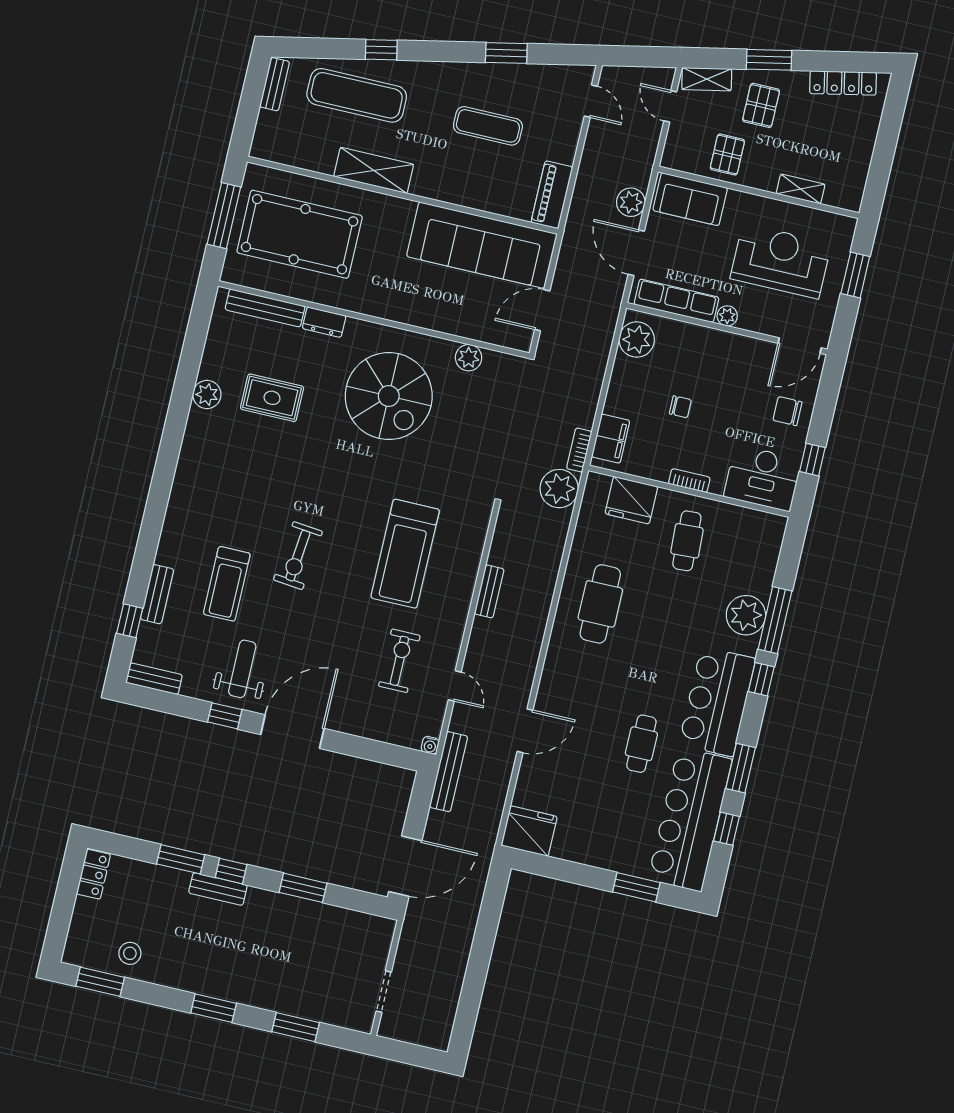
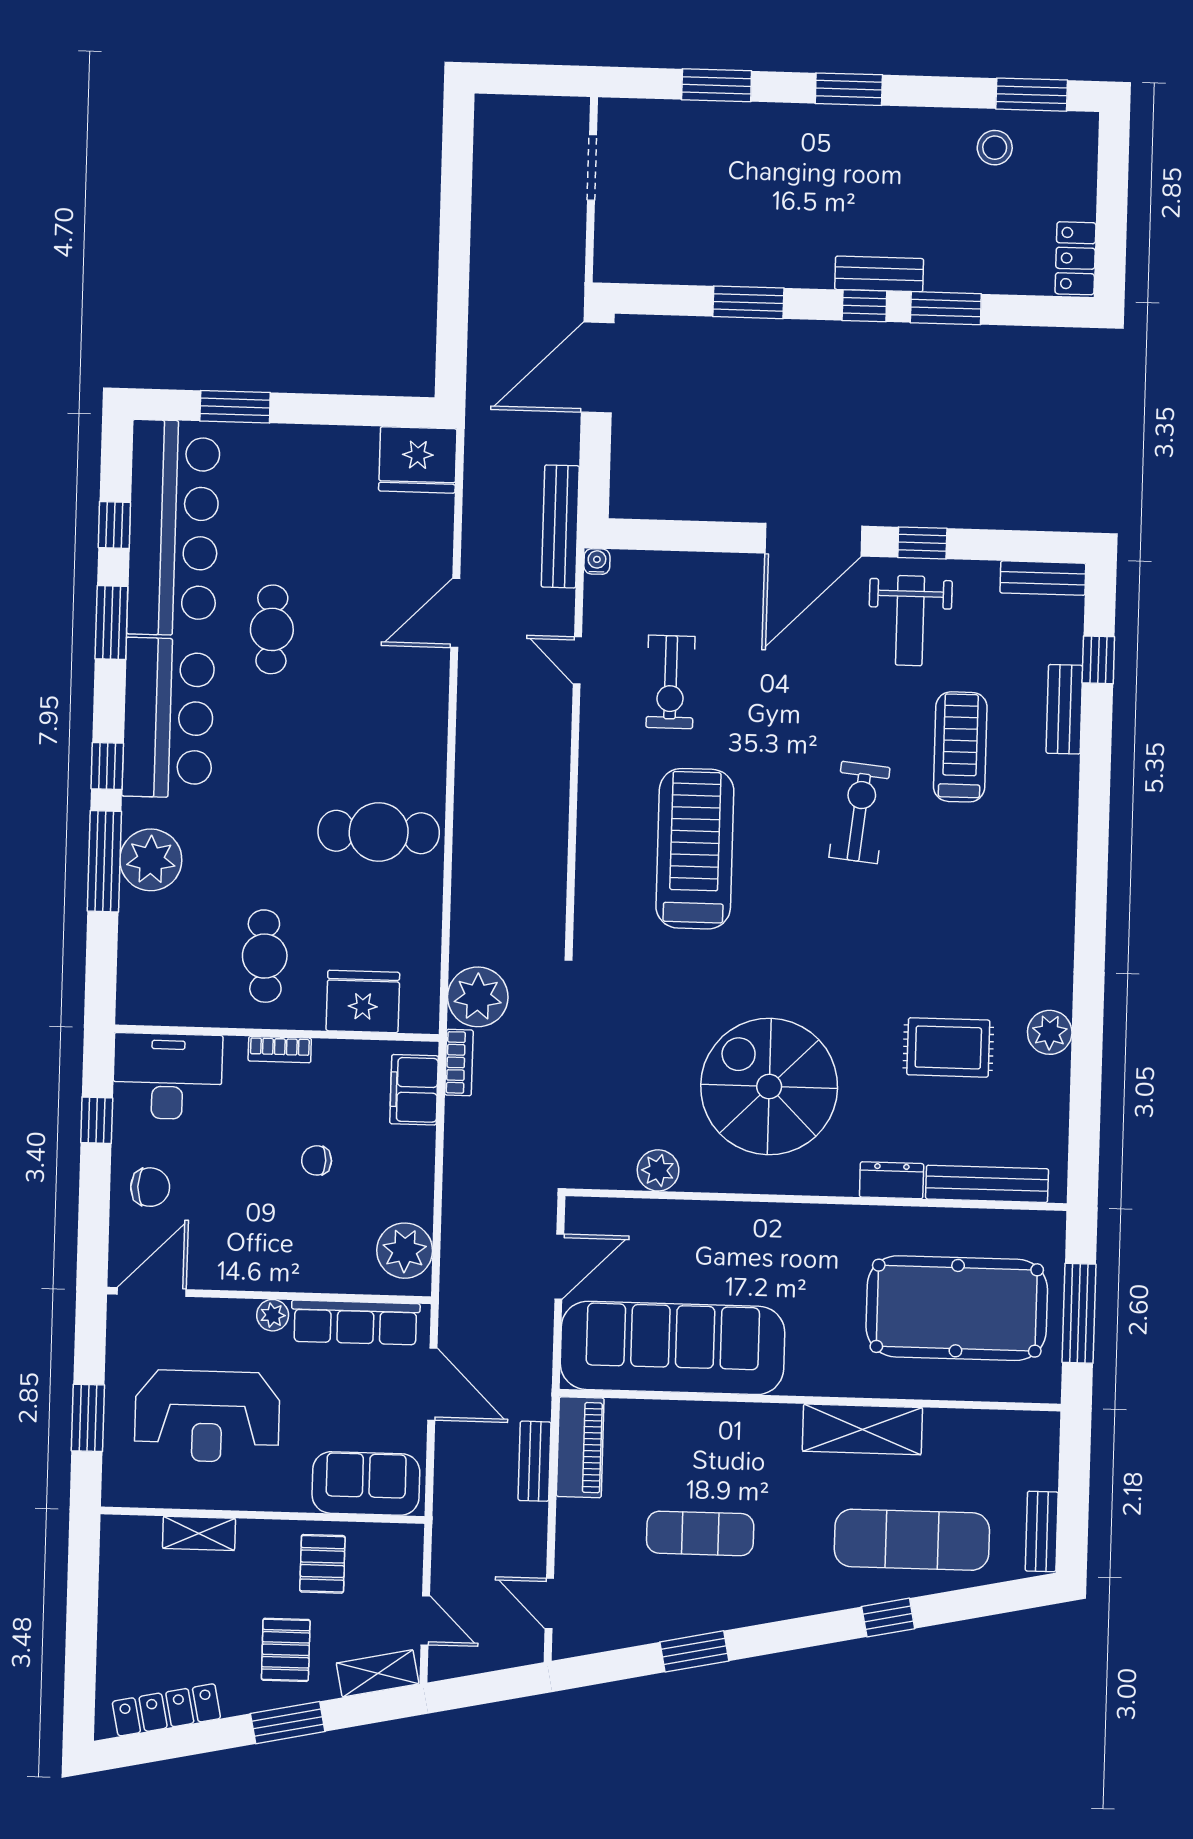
plant: (631, 202) -> (456, 1460), removed
bench: (489, 591) -> (534, 1461), moved
cafe table: (600, 604) -> (379, 832), turned 90

